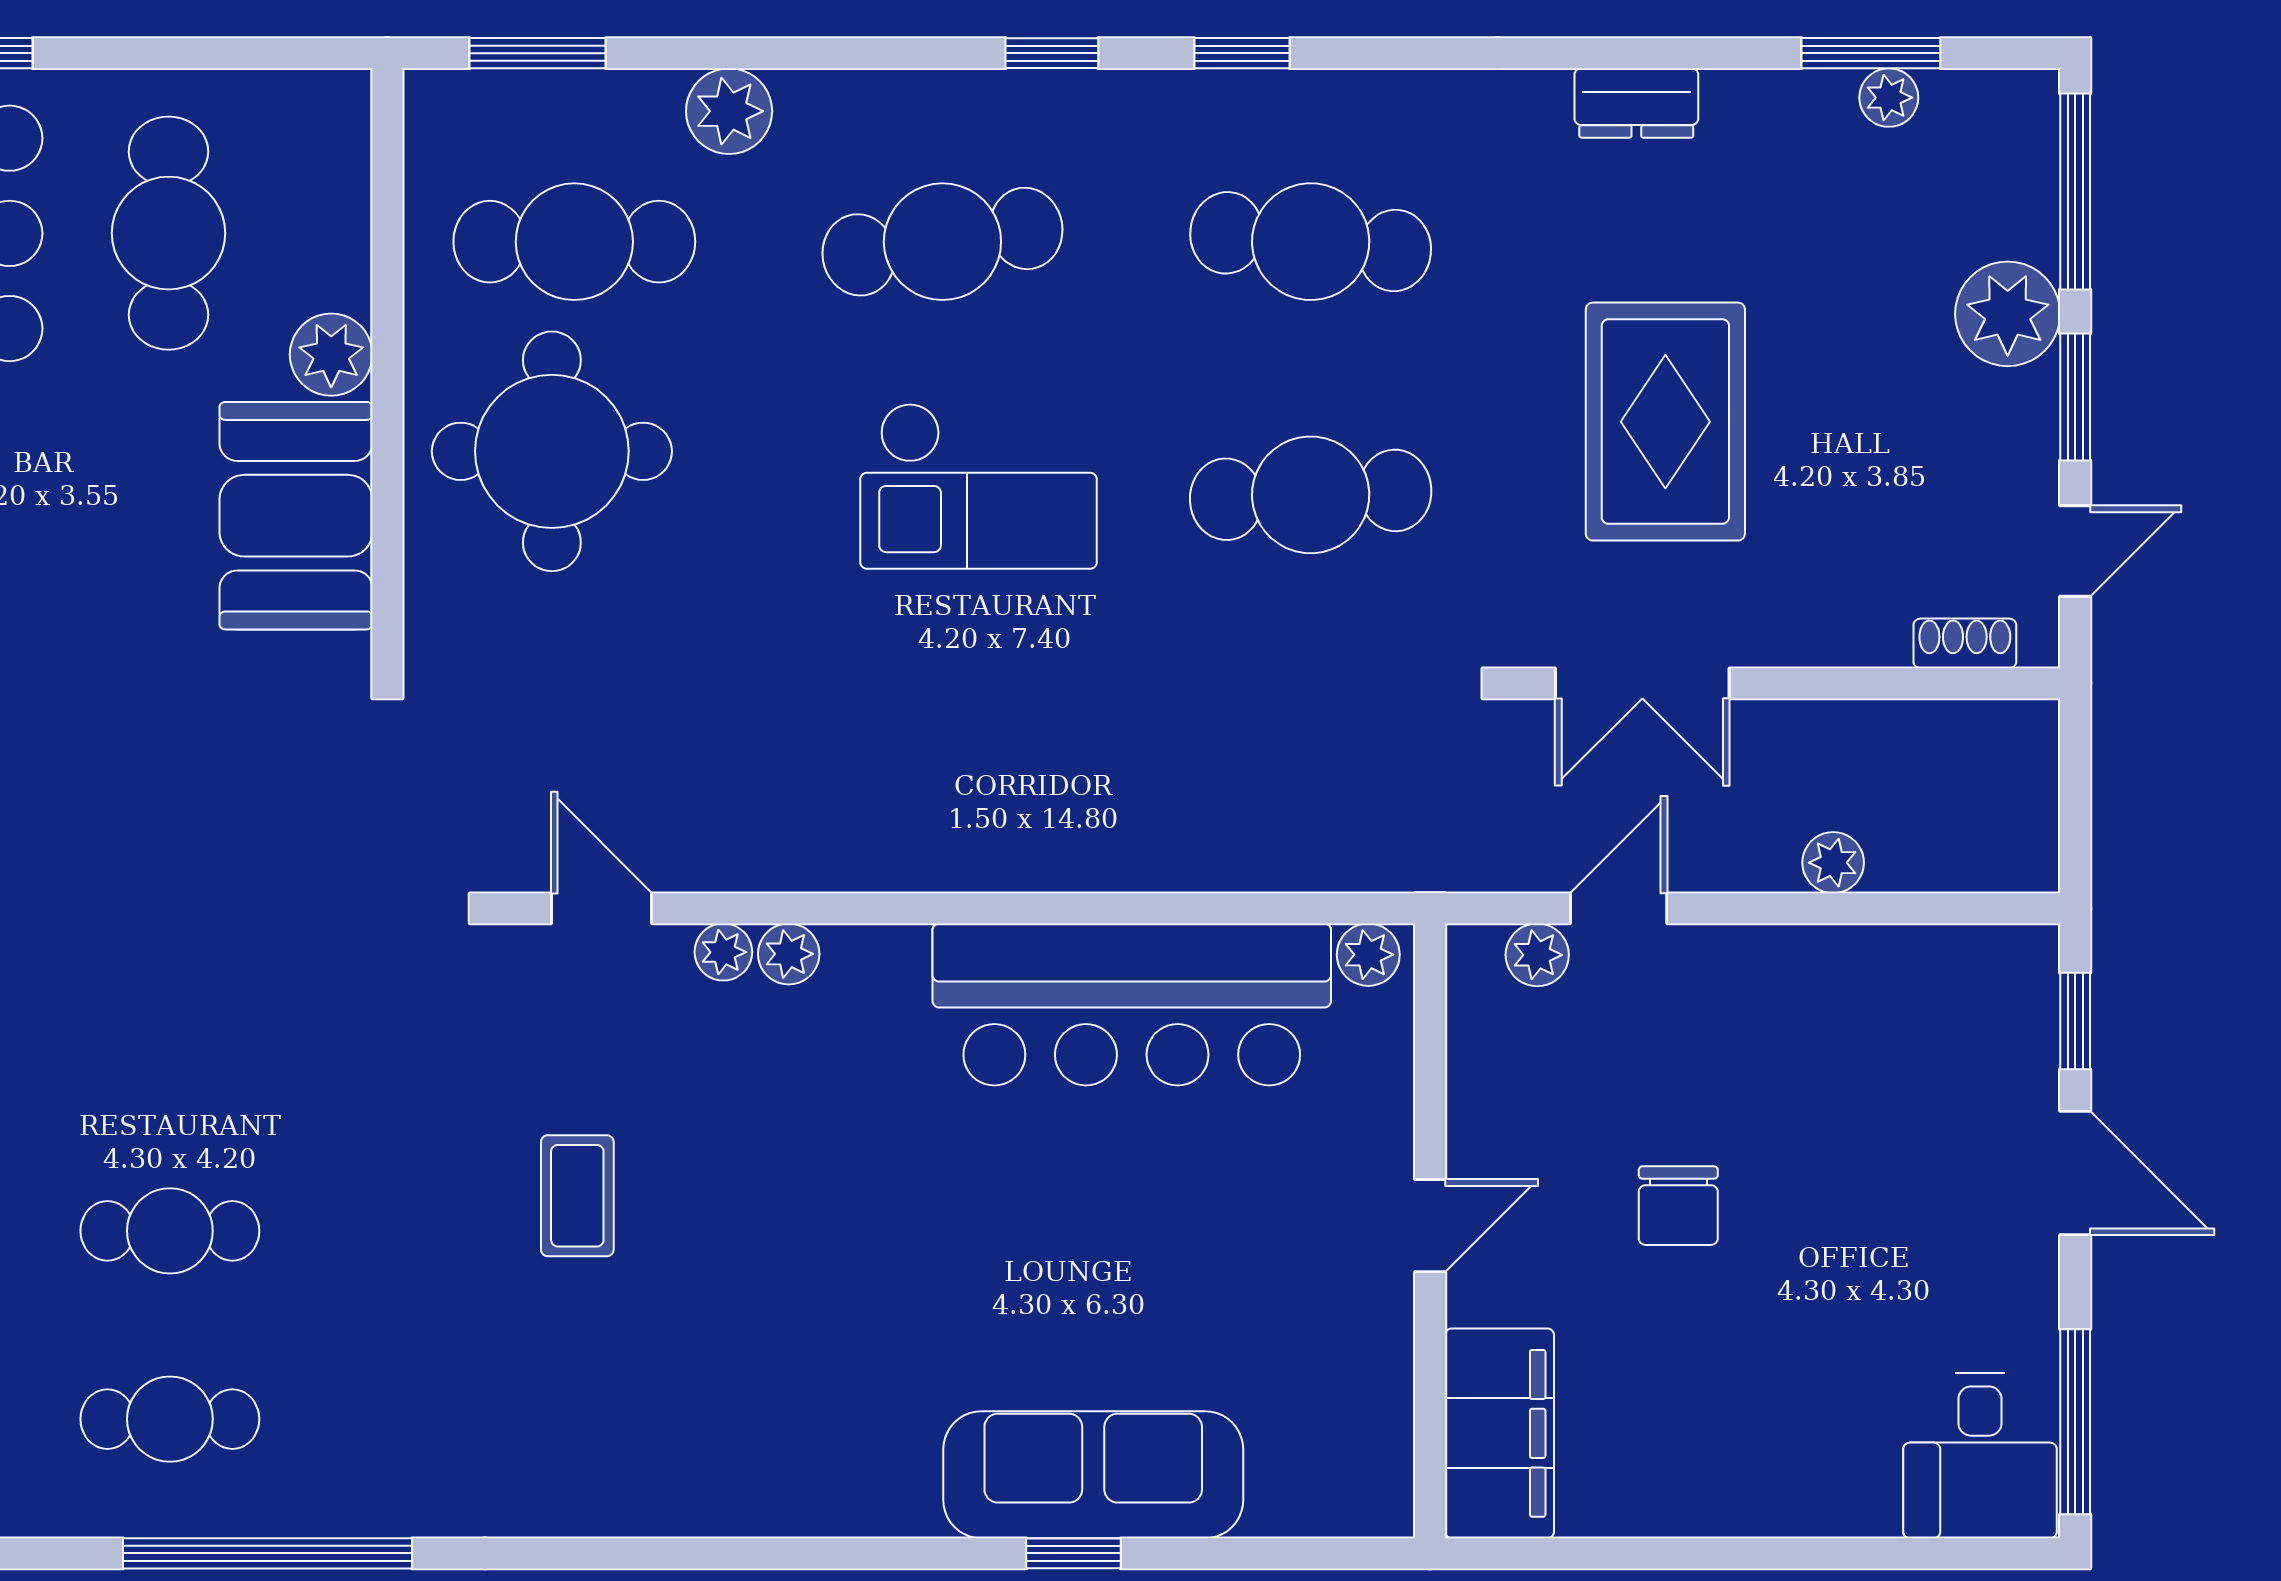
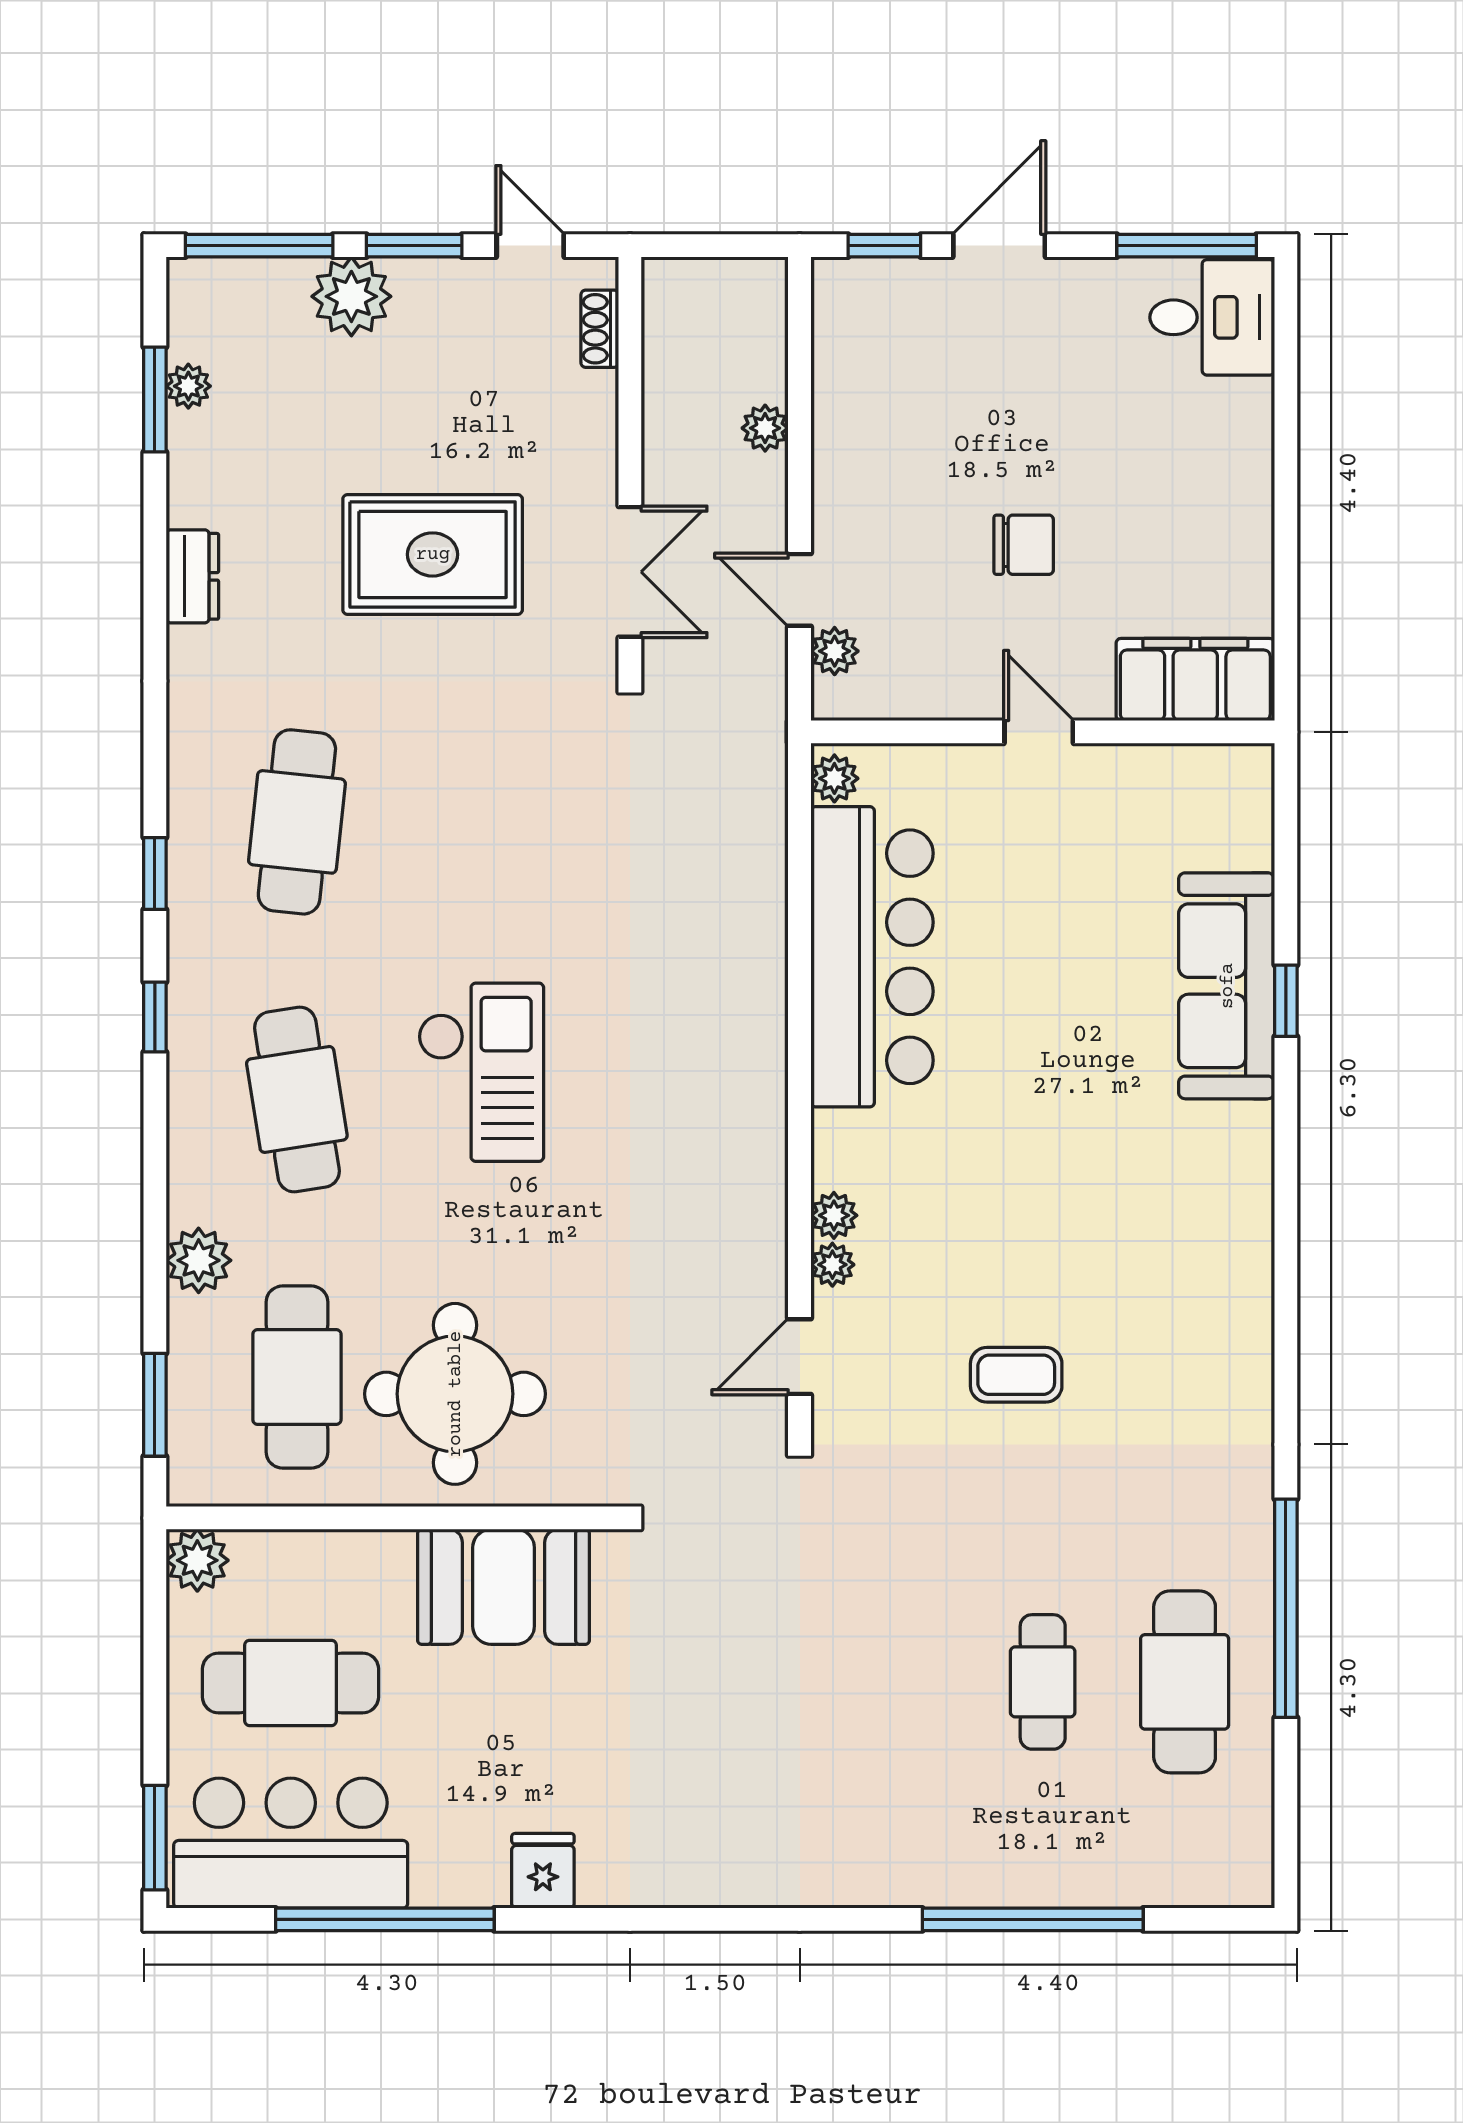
plant: (331, 355) -> (197, 1560), moved
cafe table: (1311, 495) -> (488, 822), removed
cafe table: (170, 1419) -> (1185, 1682), width x1.37, depth x1.35

